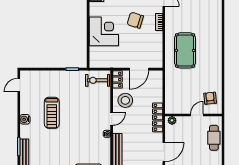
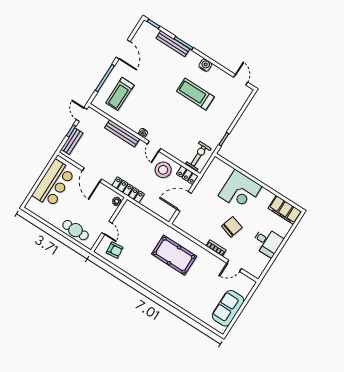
door: (139, 69) -> (184, 201), hinge flipped

